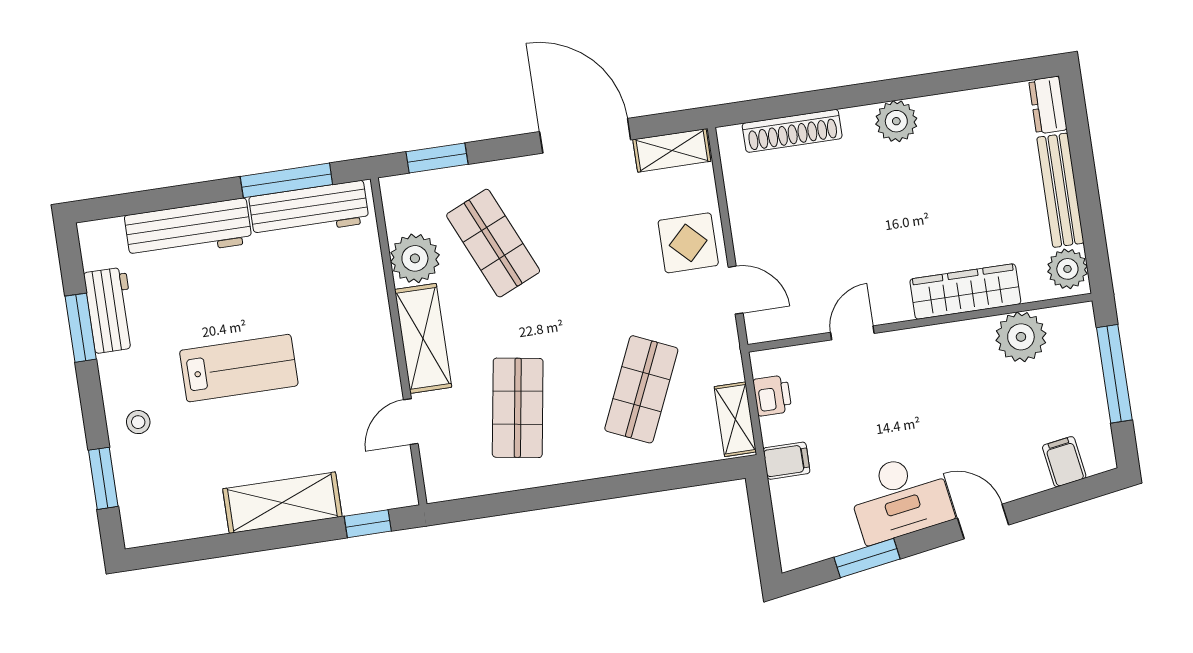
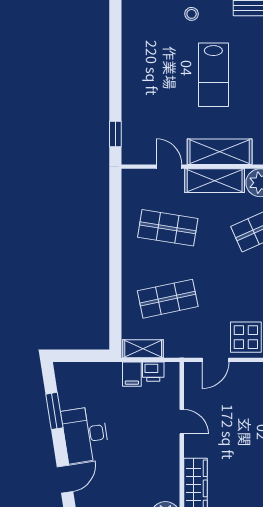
shop shelf: (641, 389) -> (168, 299), turned -36
filing cabinet: (787, 461) -> (132, 374), moved
shelving: (282, 503) -> (220, 152), moved, turned 90

